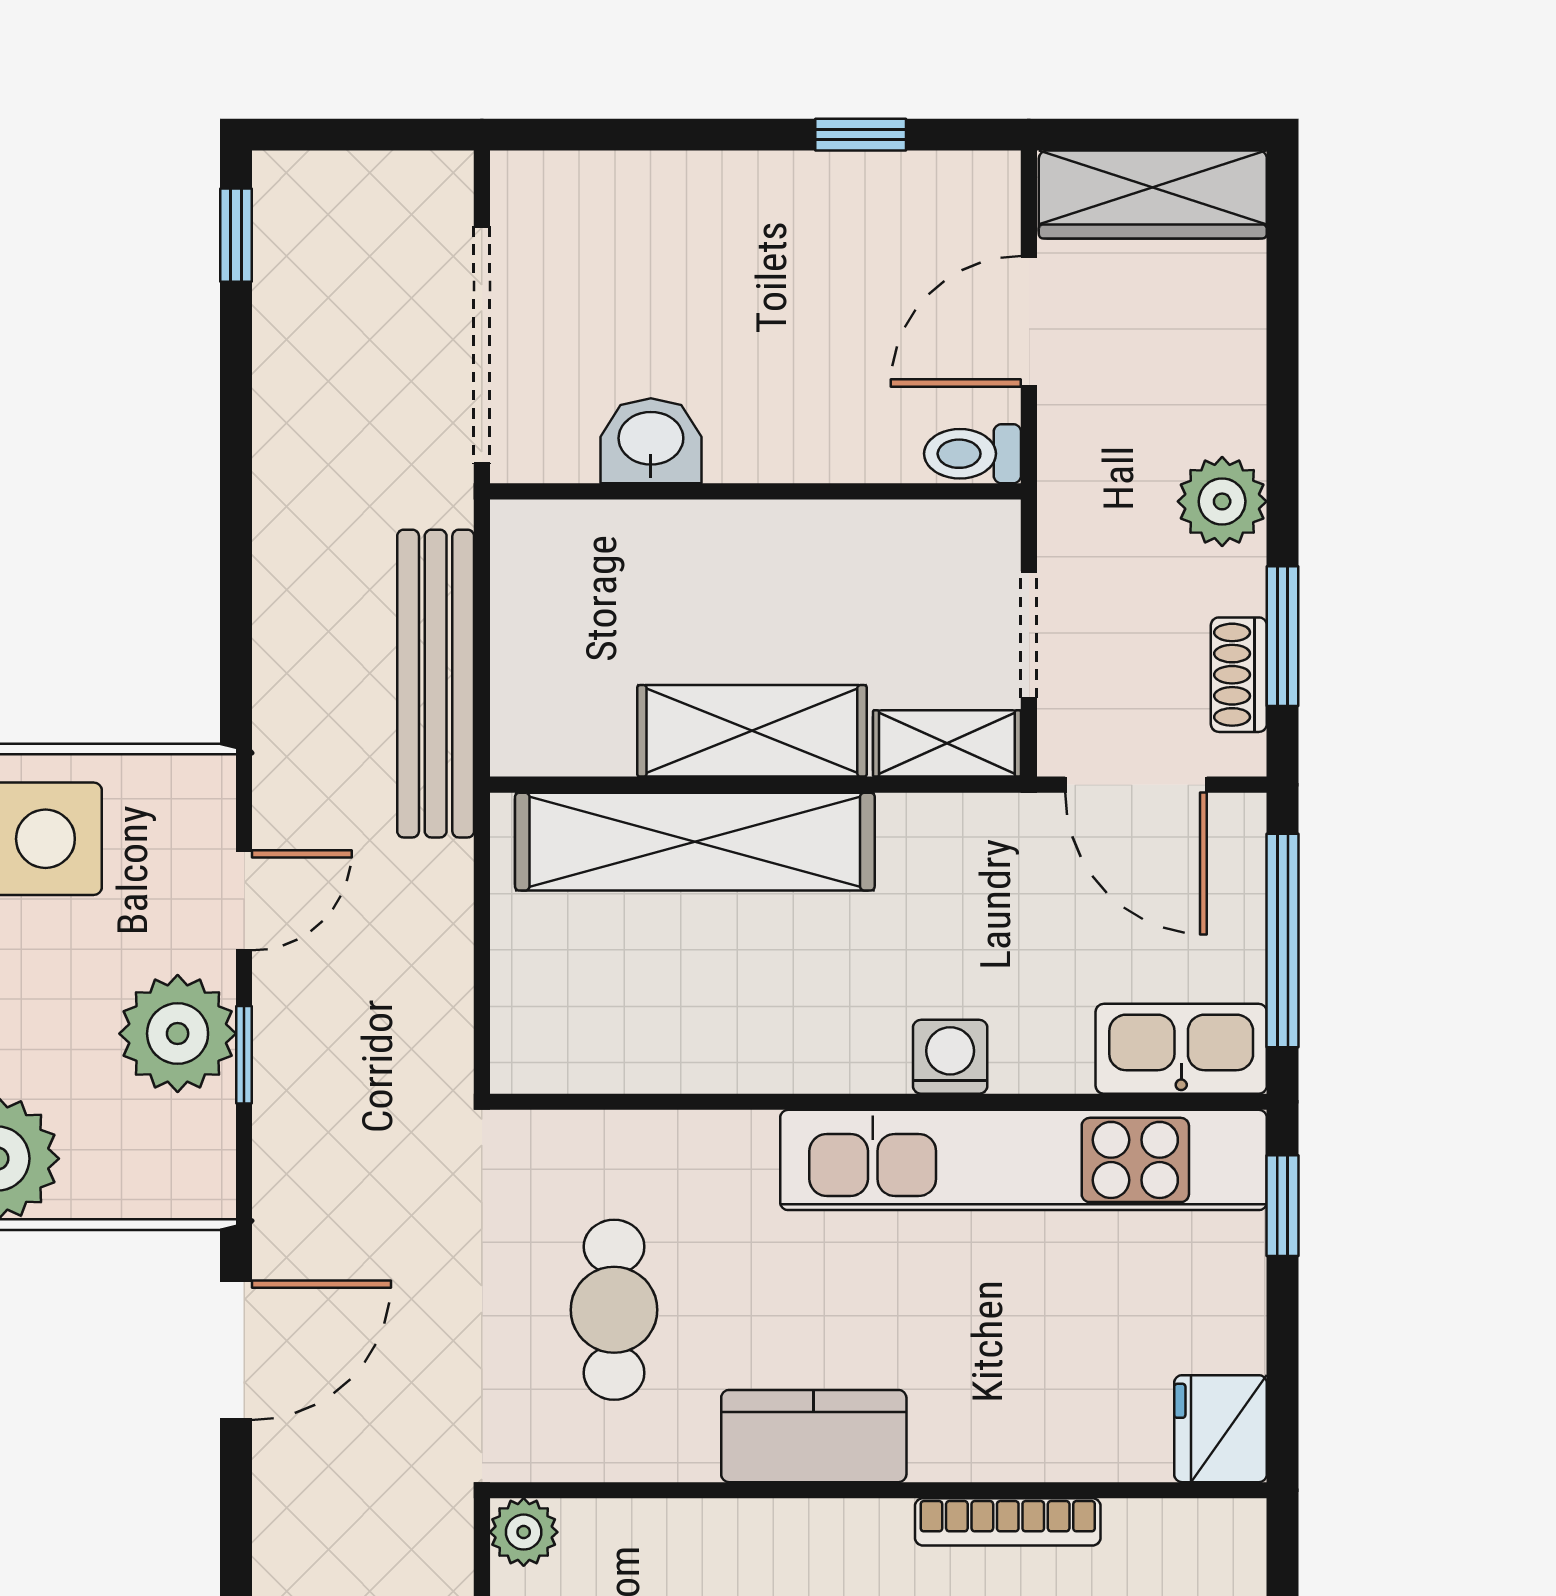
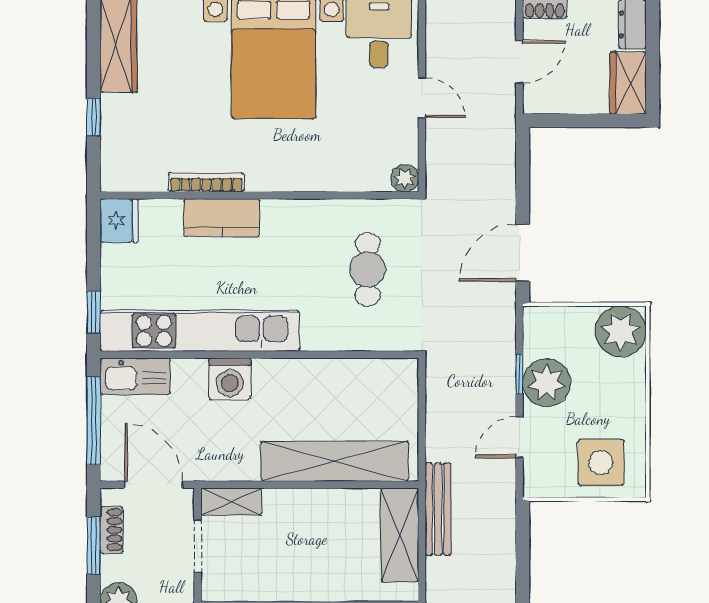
bench: (436, 684) -> (438, 509), width x0.73, depth x0.82
shelving: (752, 731) -> (400, 535), moved, turned 90
washing machine: (950, 1057) -> (230, 379), width x1.38, depth x1.38
kitchen counter: (814, 1436) -> (222, 218), moved

